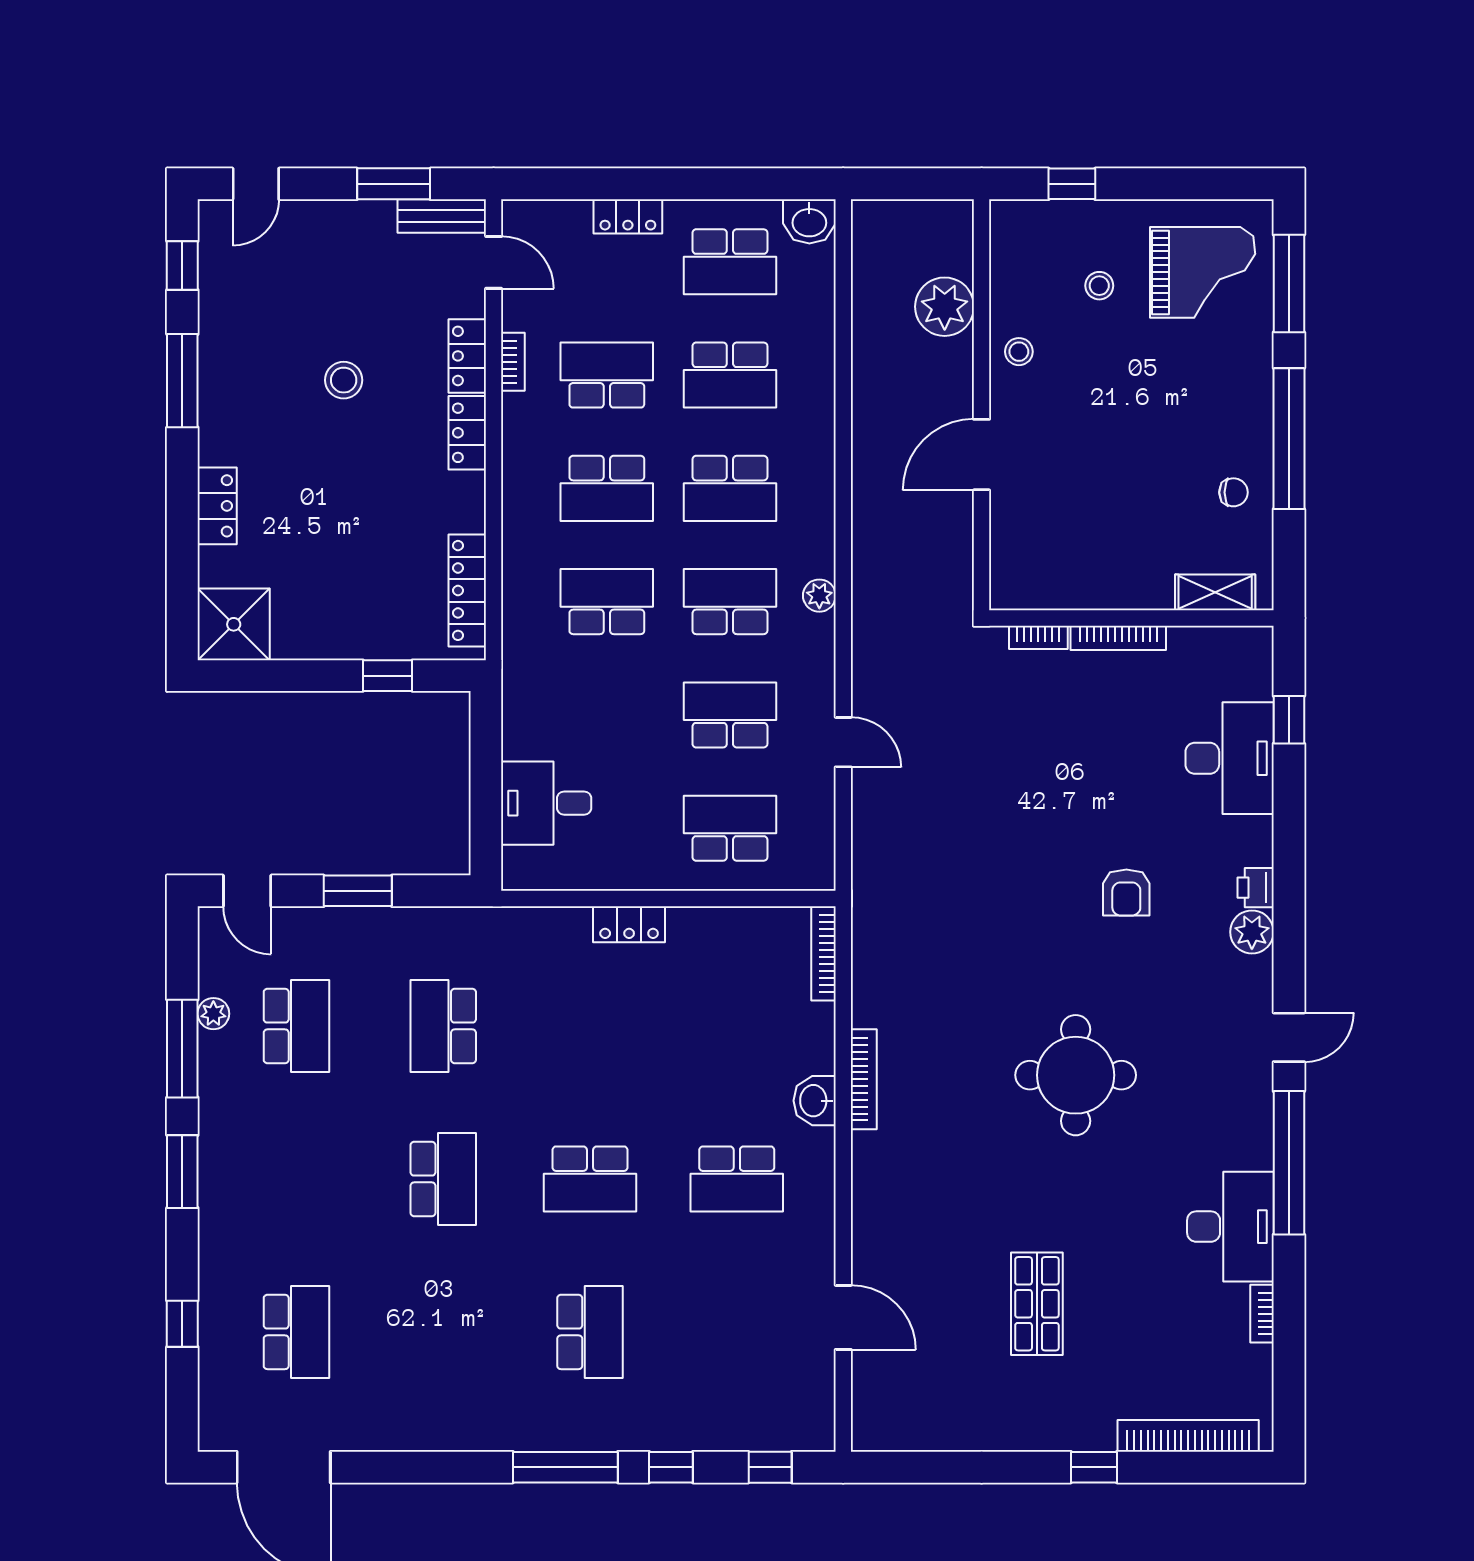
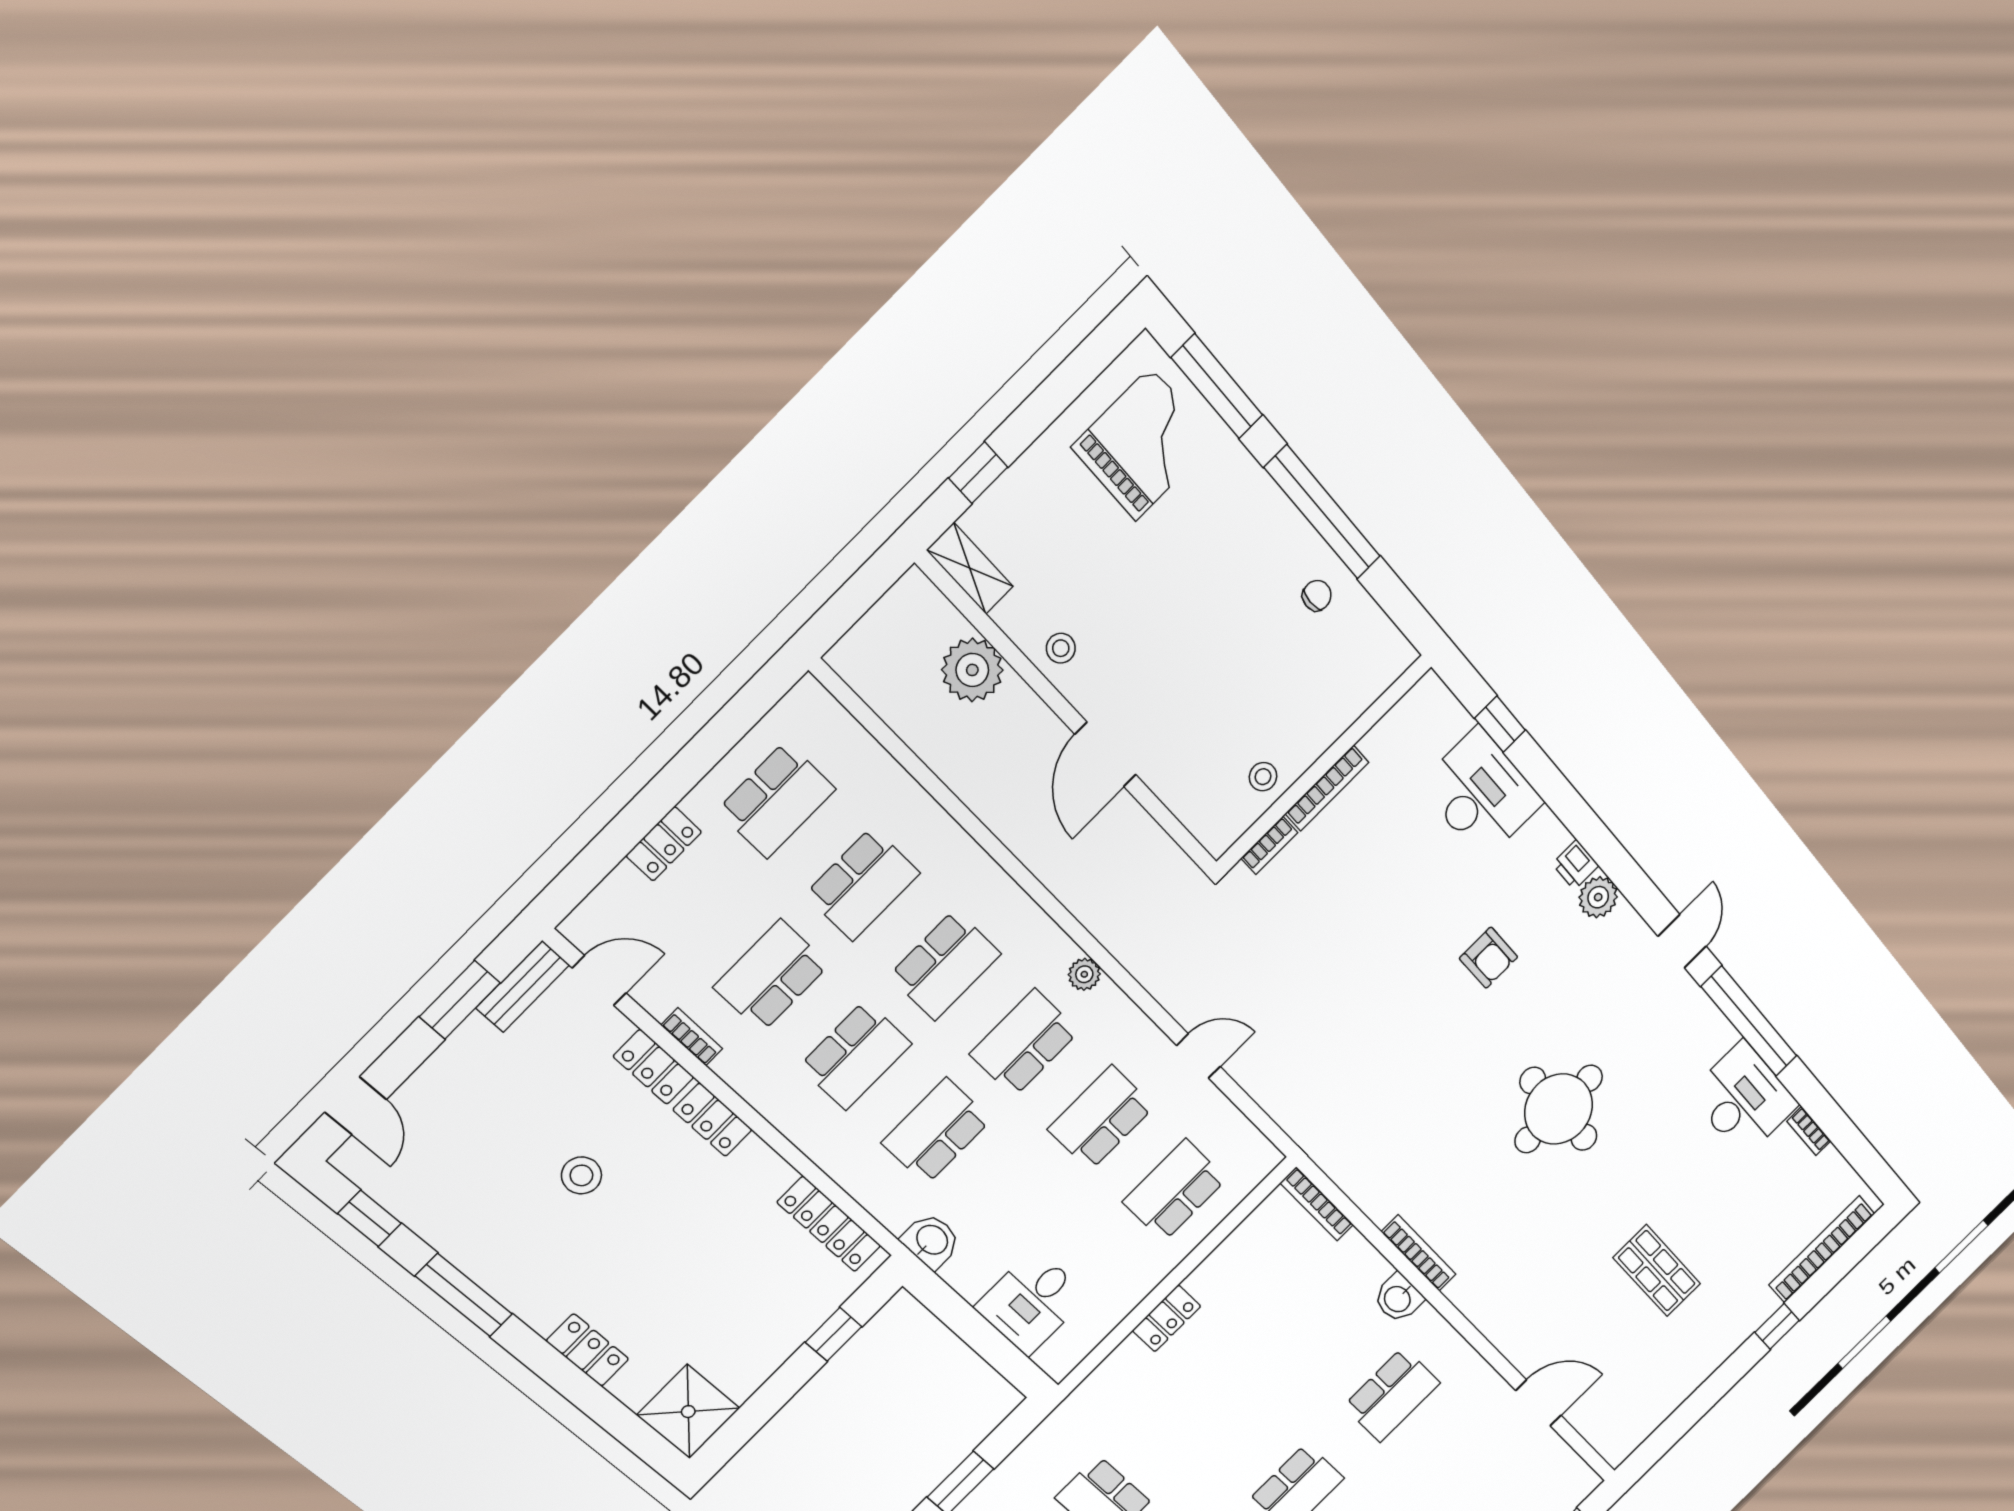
washbasin: (809, 221) -> (931, 1241), moved, turned -90
stool: (1099, 286) -> (1263, 777), moved
shelving: (1215, 592) -> (970, 568), moved, turned 90

